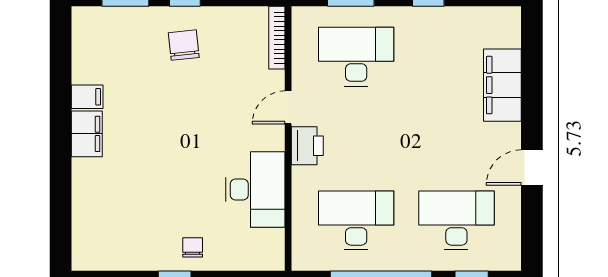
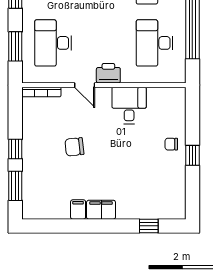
chair: (184, 45) -> (74, 147), moved
desk: (255, 189) -> (129, 105), width x0.73
window: (61, 211) -> (149, 226), added

